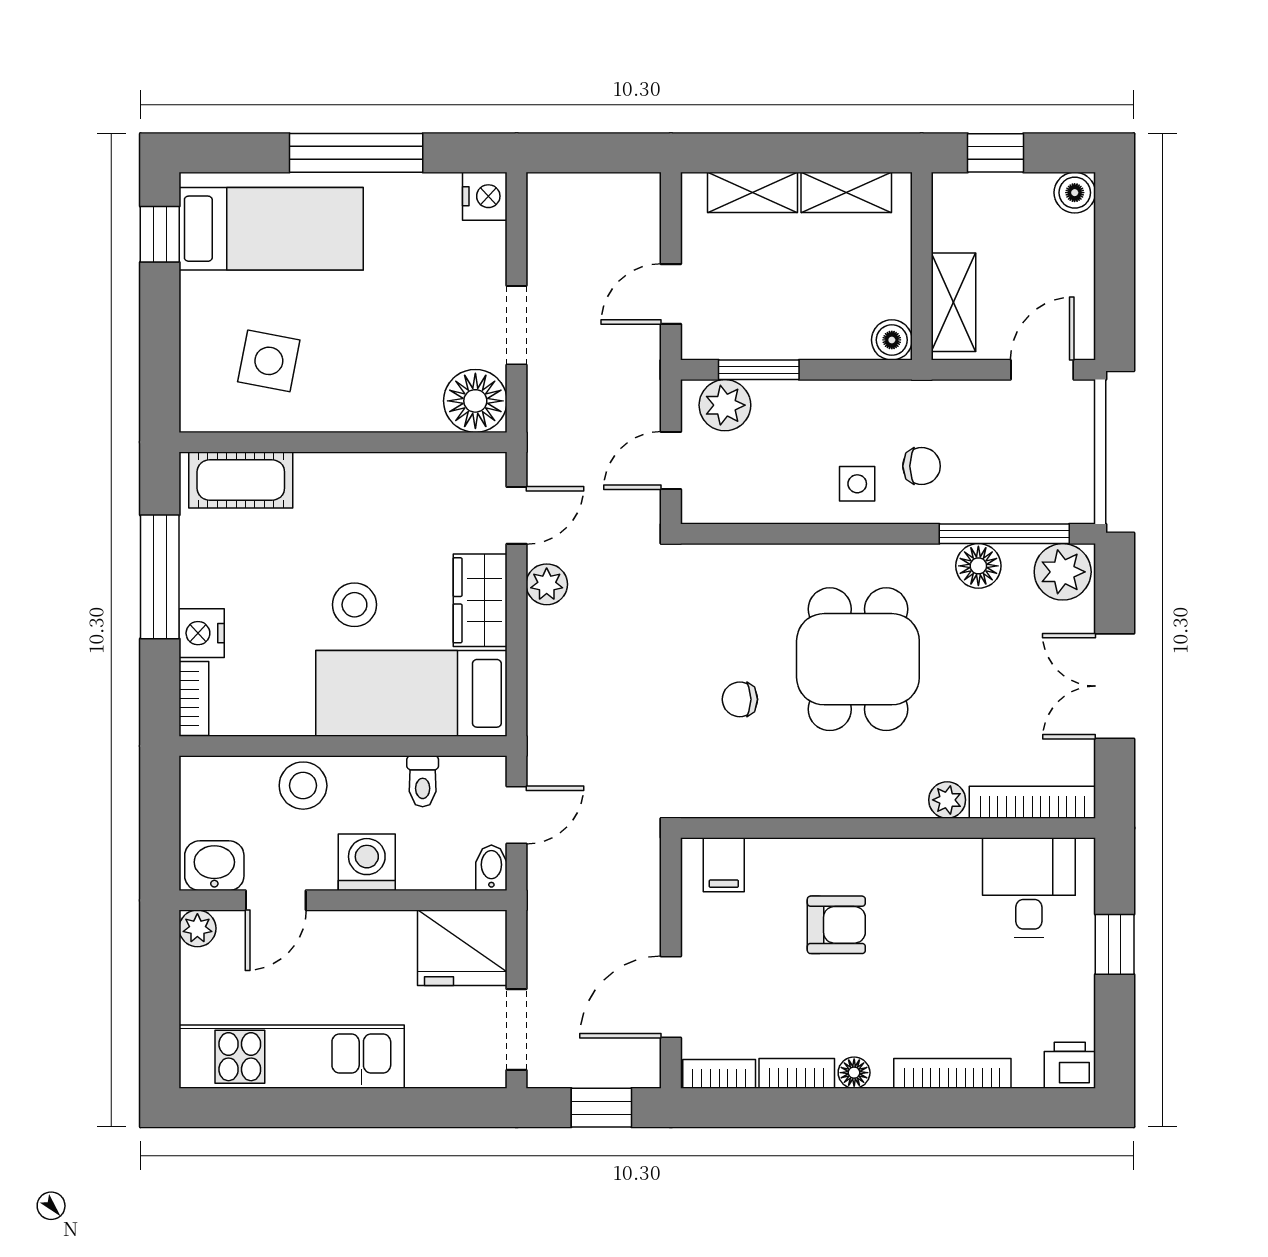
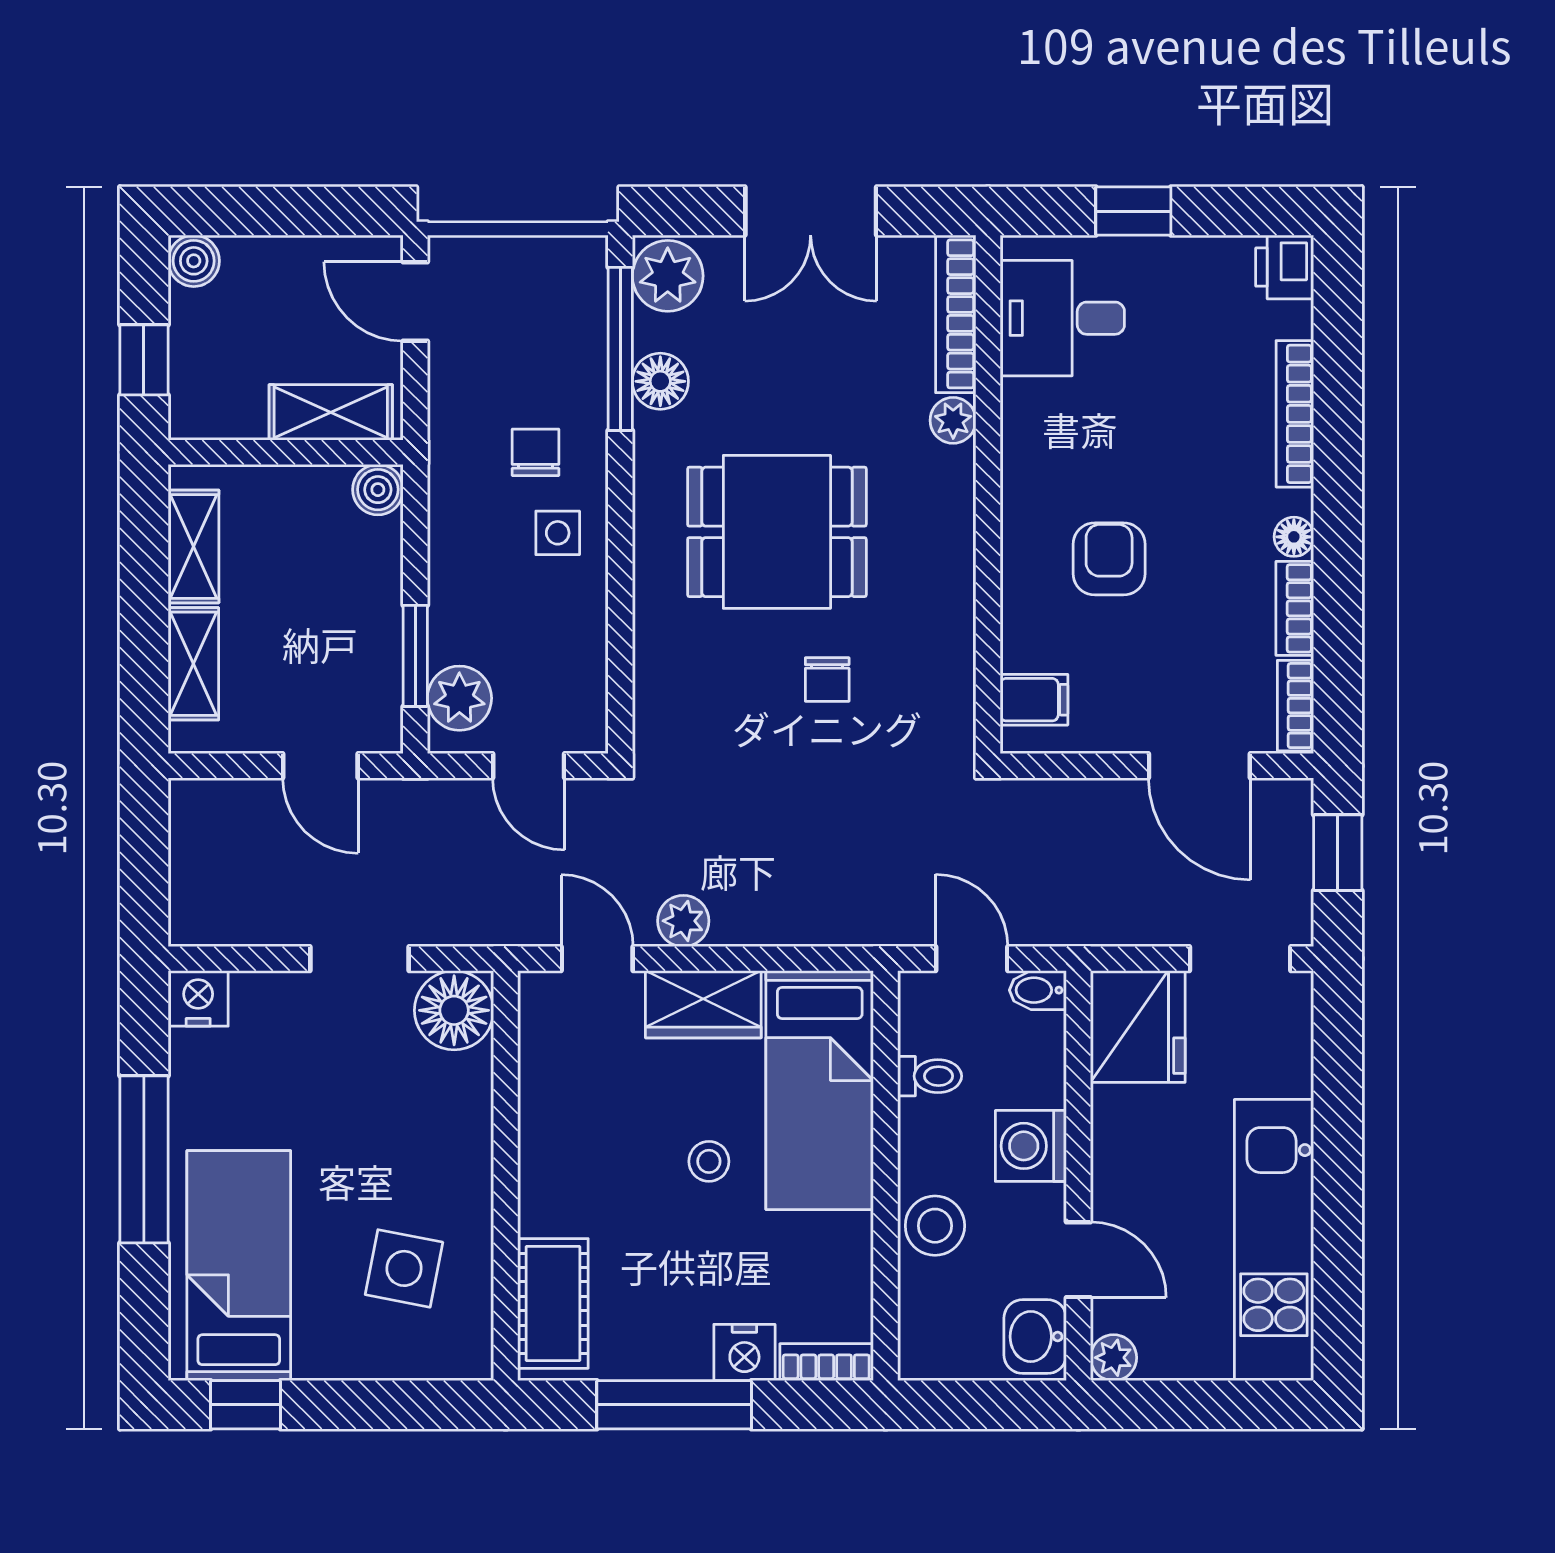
stool: (354, 605) -> (709, 1161), width x0.73, depth x0.73

